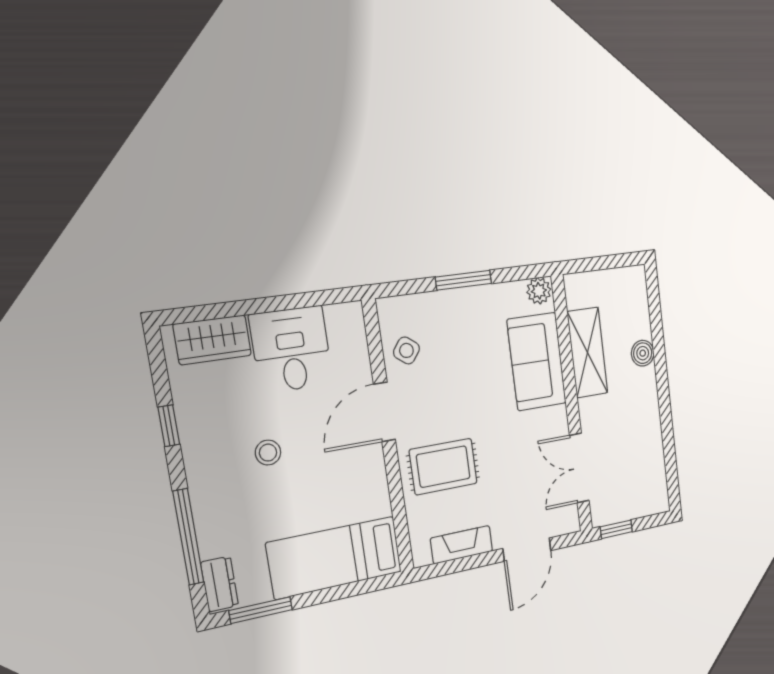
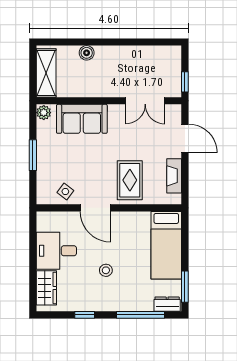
shelving: (587, 353) -> (46, 73), moved, turned 90

